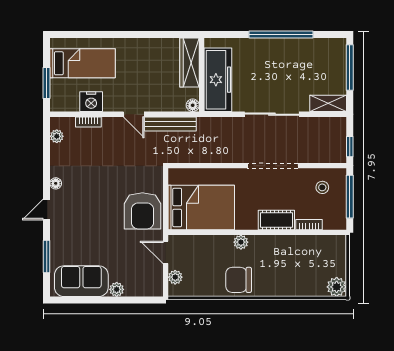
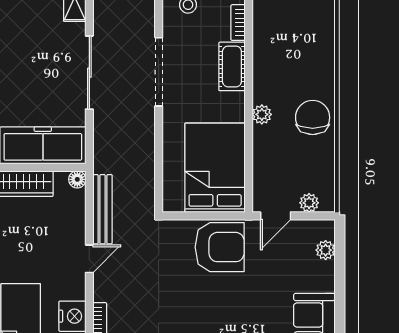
chair: (239, 280) -> (313, 117), turned 180
plant: (117, 289) -> (326, 250), moved

